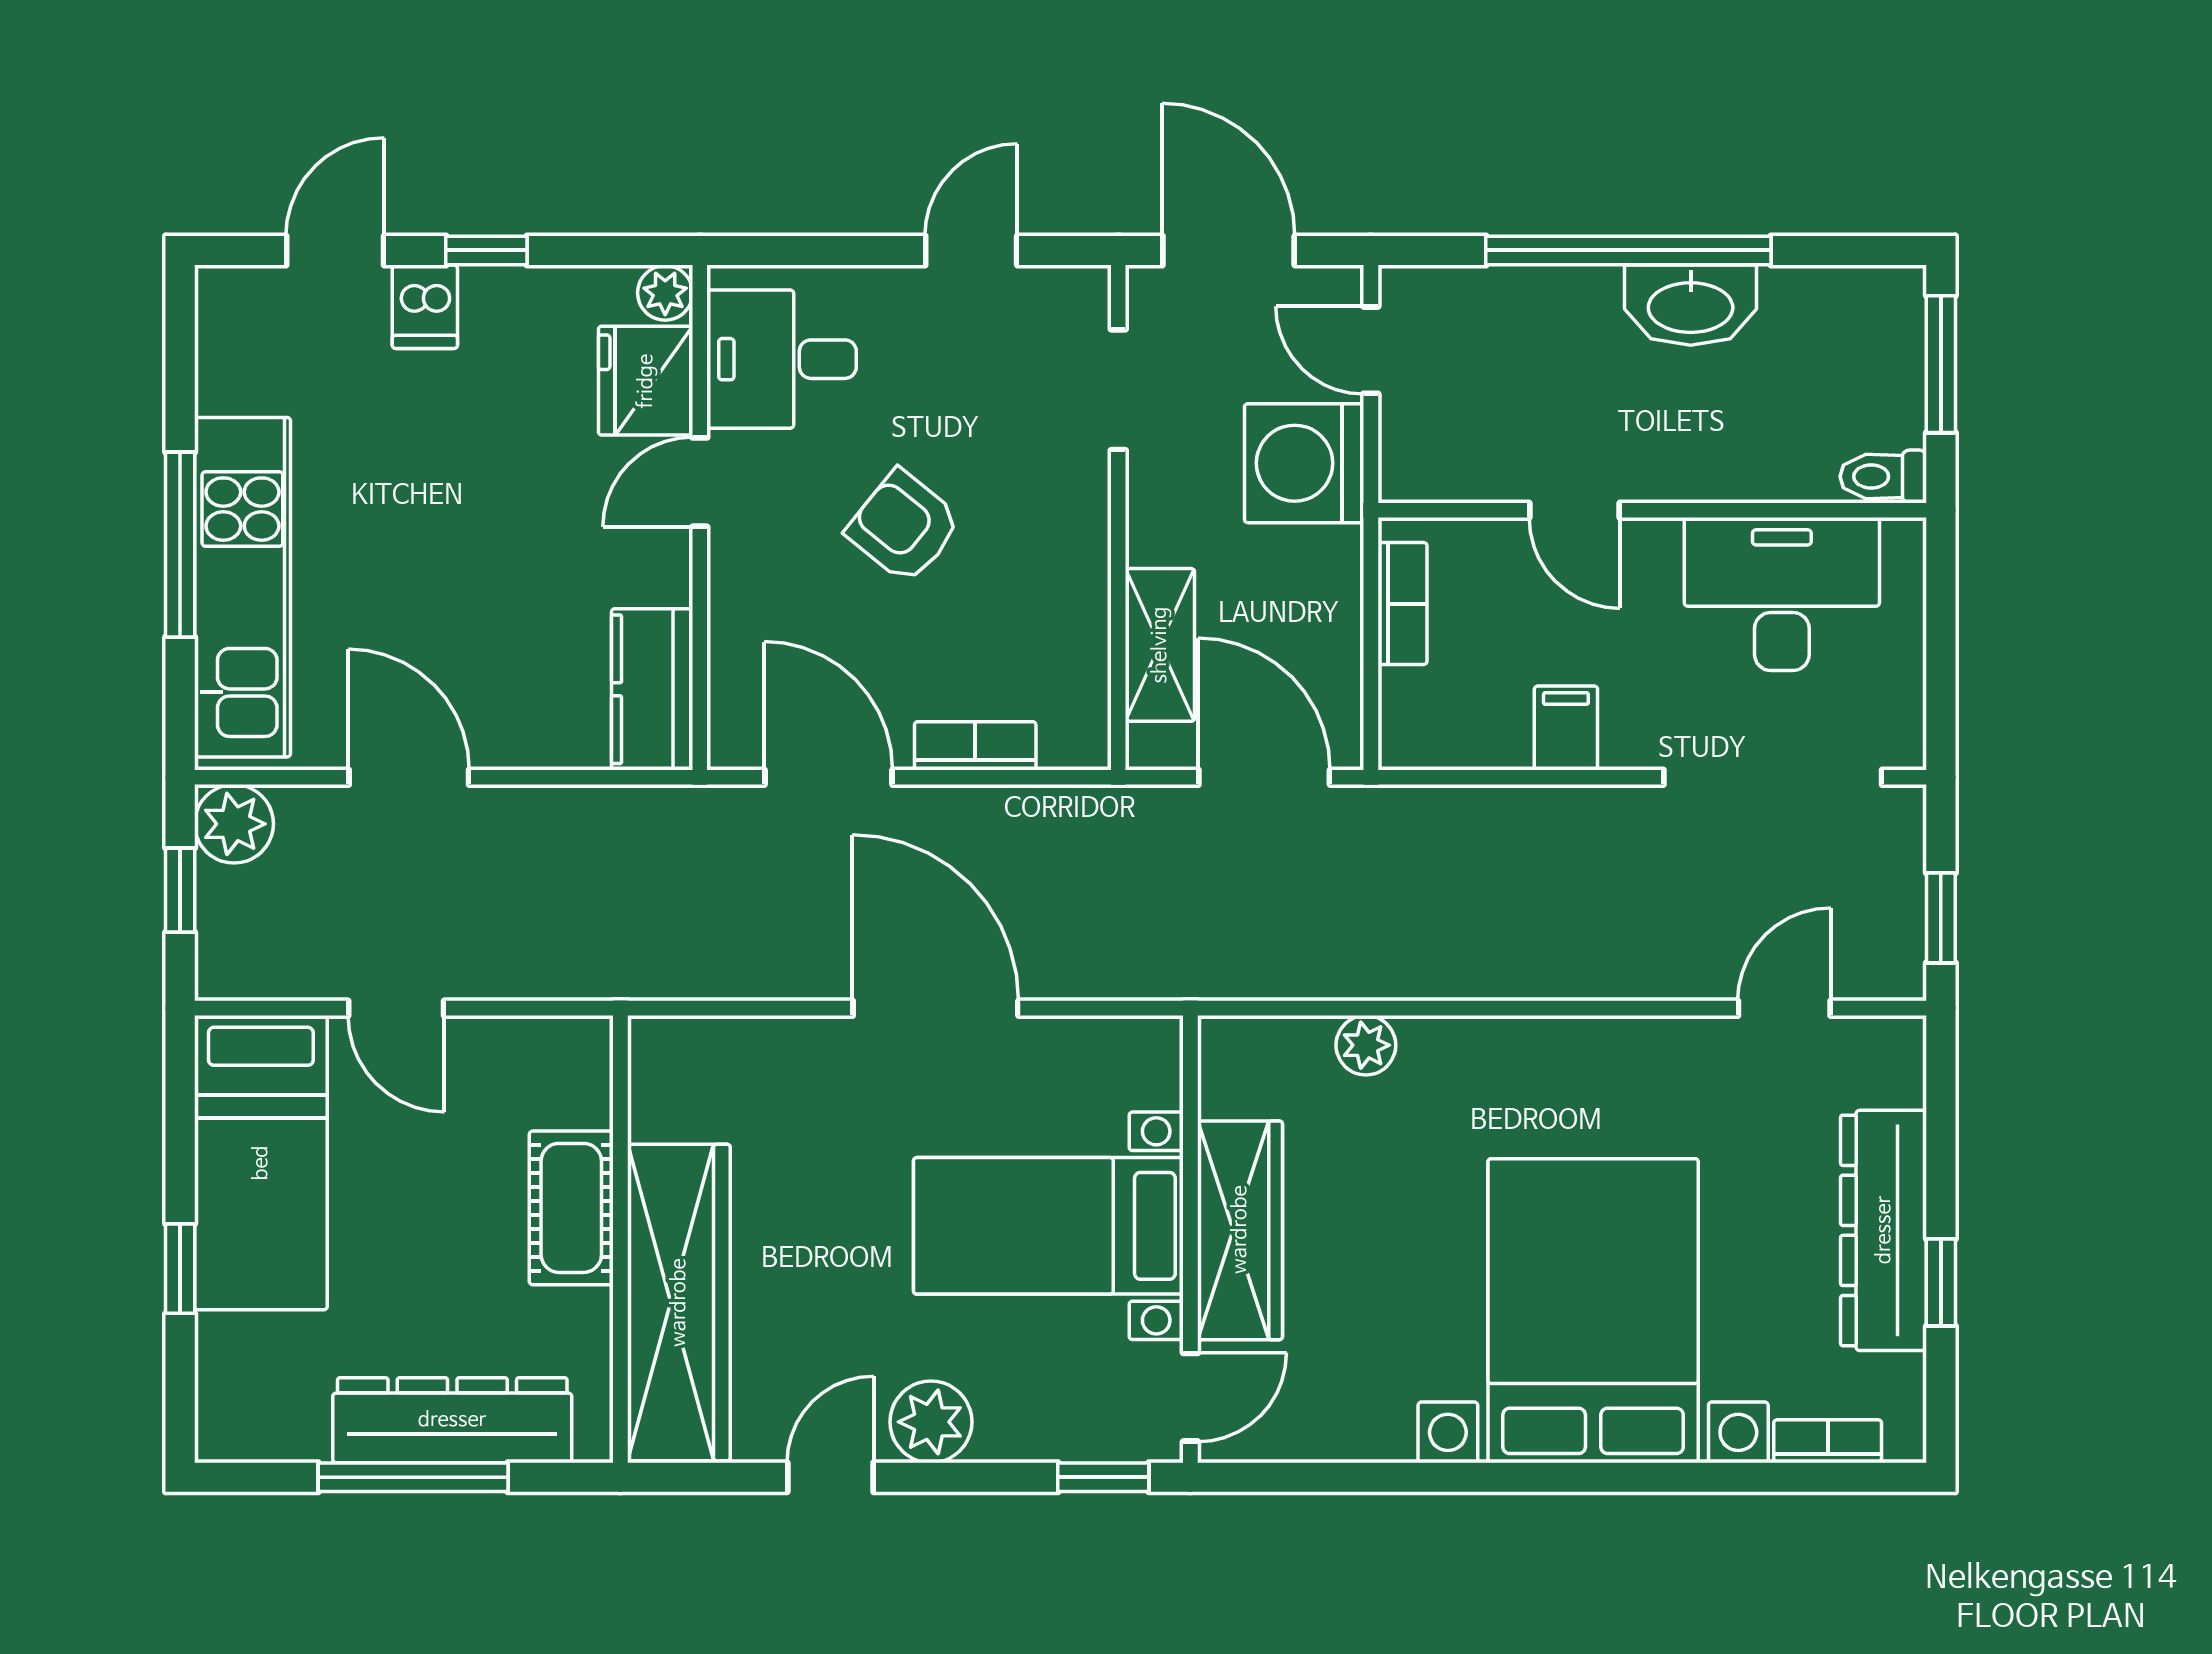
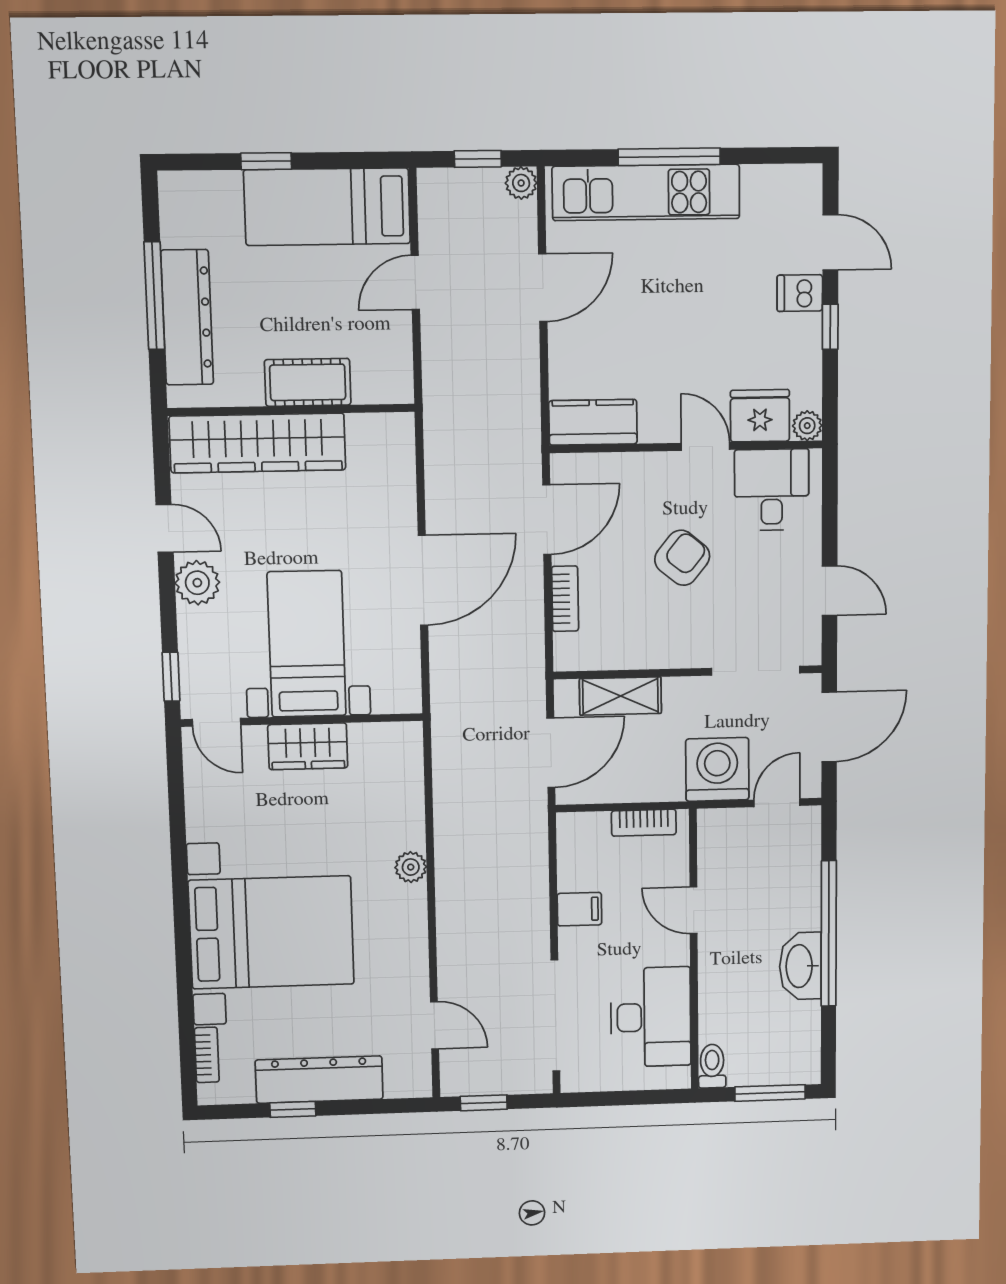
doorway: (1118, 390) -> (756, 671), width x1.38
door: (1574, 510) -> (694, 910), hinge flipped
plant: (234, 824) -> (521, 183), width x0.73, depth x0.73
plant: (1366, 1045) -> (411, 867), moved
wardrobe: (1240, 1230) -> (308, 746), width x0.67

